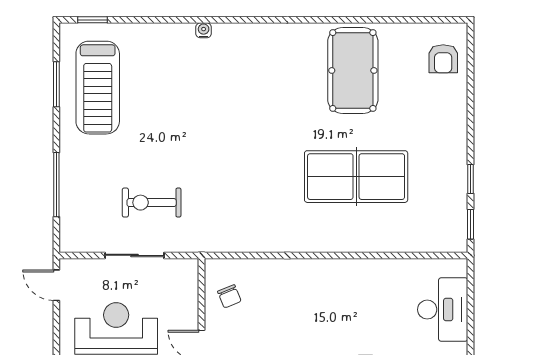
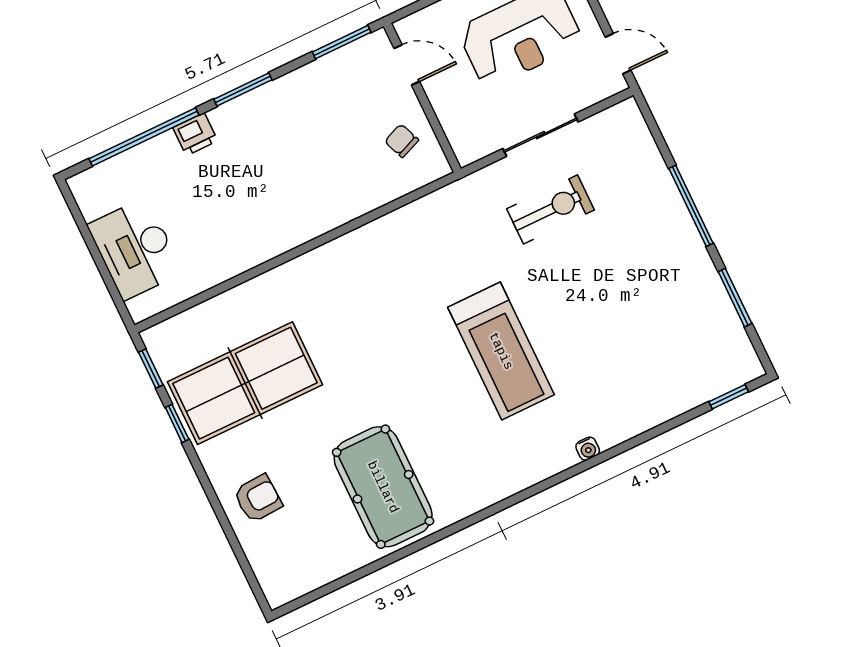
armchair: (443, 59) -> (258, 498), moved, turned 87
treadmill: (98, 88) -> (501, 351), moved, turned 180
table tennis table: (356, 177) -> (245, 383), moved
window: (56, 185) -> (691, 206), moved

